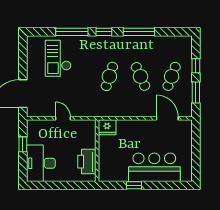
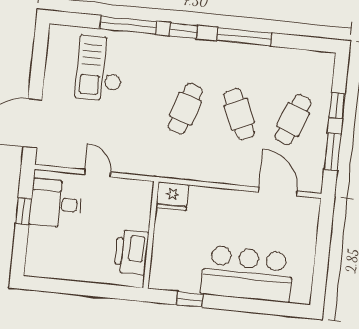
desk: (41, 163) -> (56, 204), moved, width x0.73
window: (134, 185) -> (190, 299), moved

